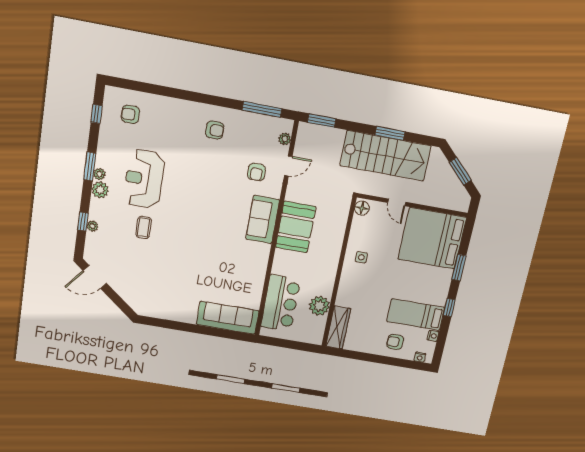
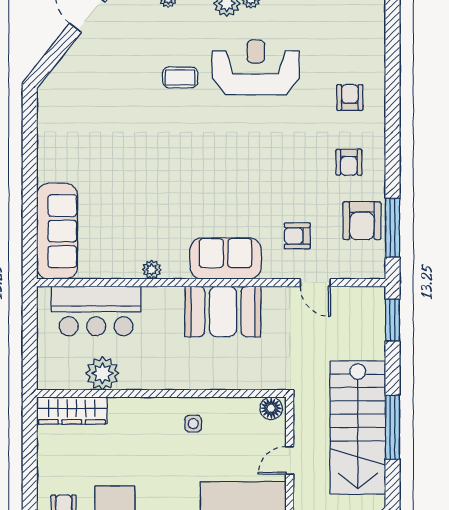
armchair: (130, 114) -> (350, 97), moved
armchair: (254, 129) -> (362, 221), added
window: (390, 133) -> (392, 427), width x1.44
plant: (285, 139) -> (152, 270), moved

